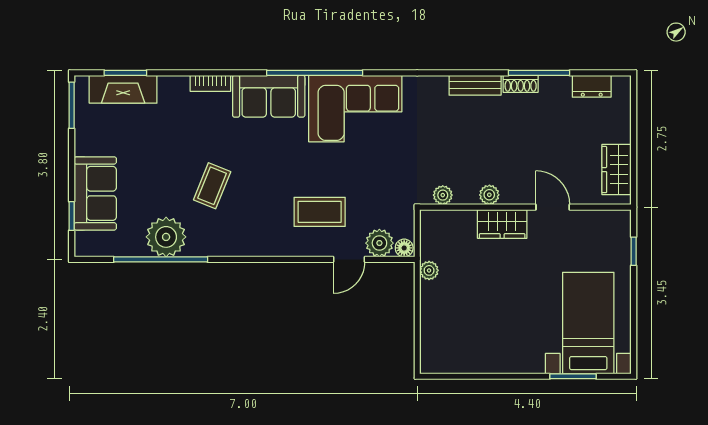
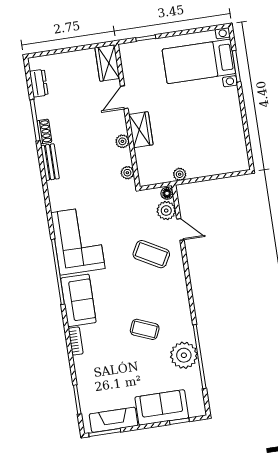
fireplace: (123, 89) -> (113, 420), moved, turned -90
wardrobe: (617, 170) -> (107, 63), moved, turned 90
coffee table: (320, 212) -> (151, 254), turned -61

